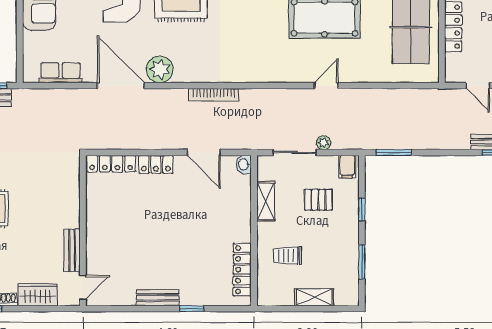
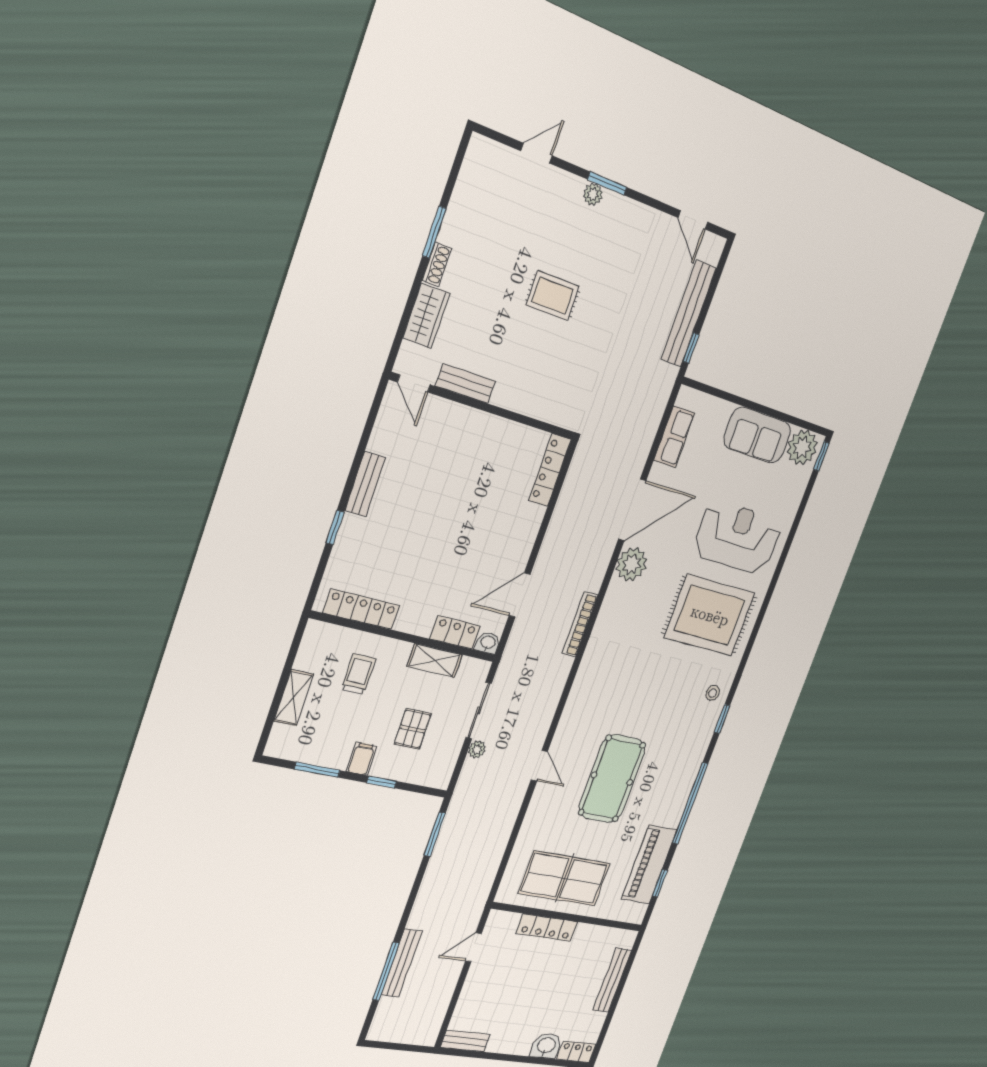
locker: (156, 164) -> (455, 632), moved, turned 90
filing cabinet: (347, 167) -> (362, 759), moved, turned 90

